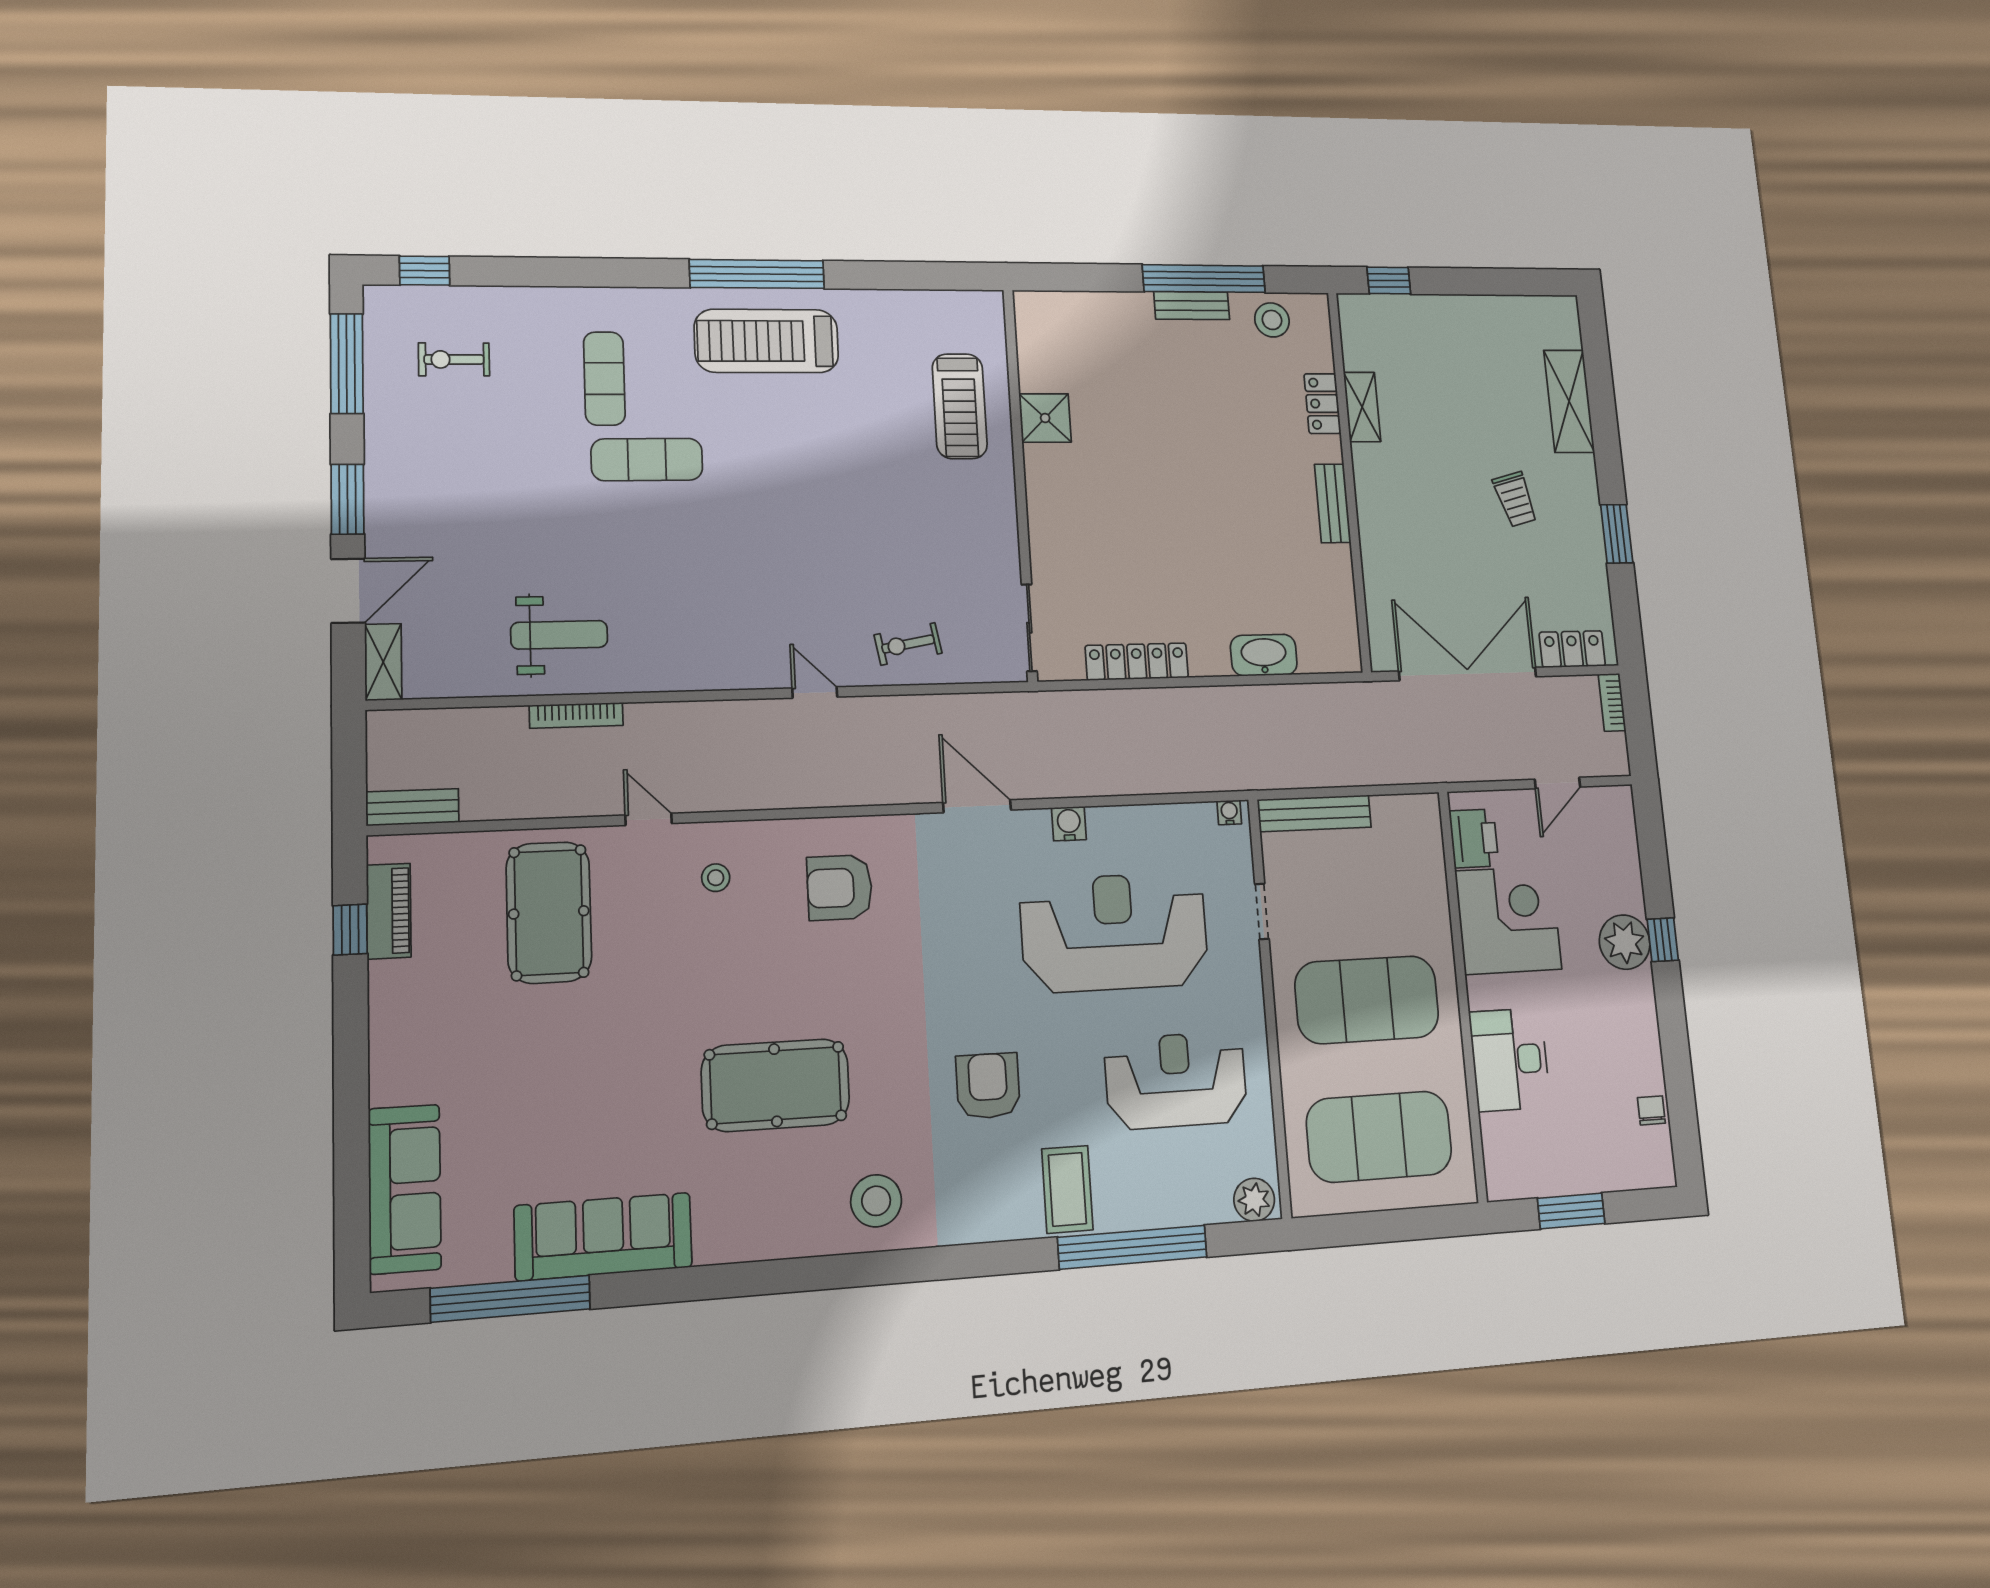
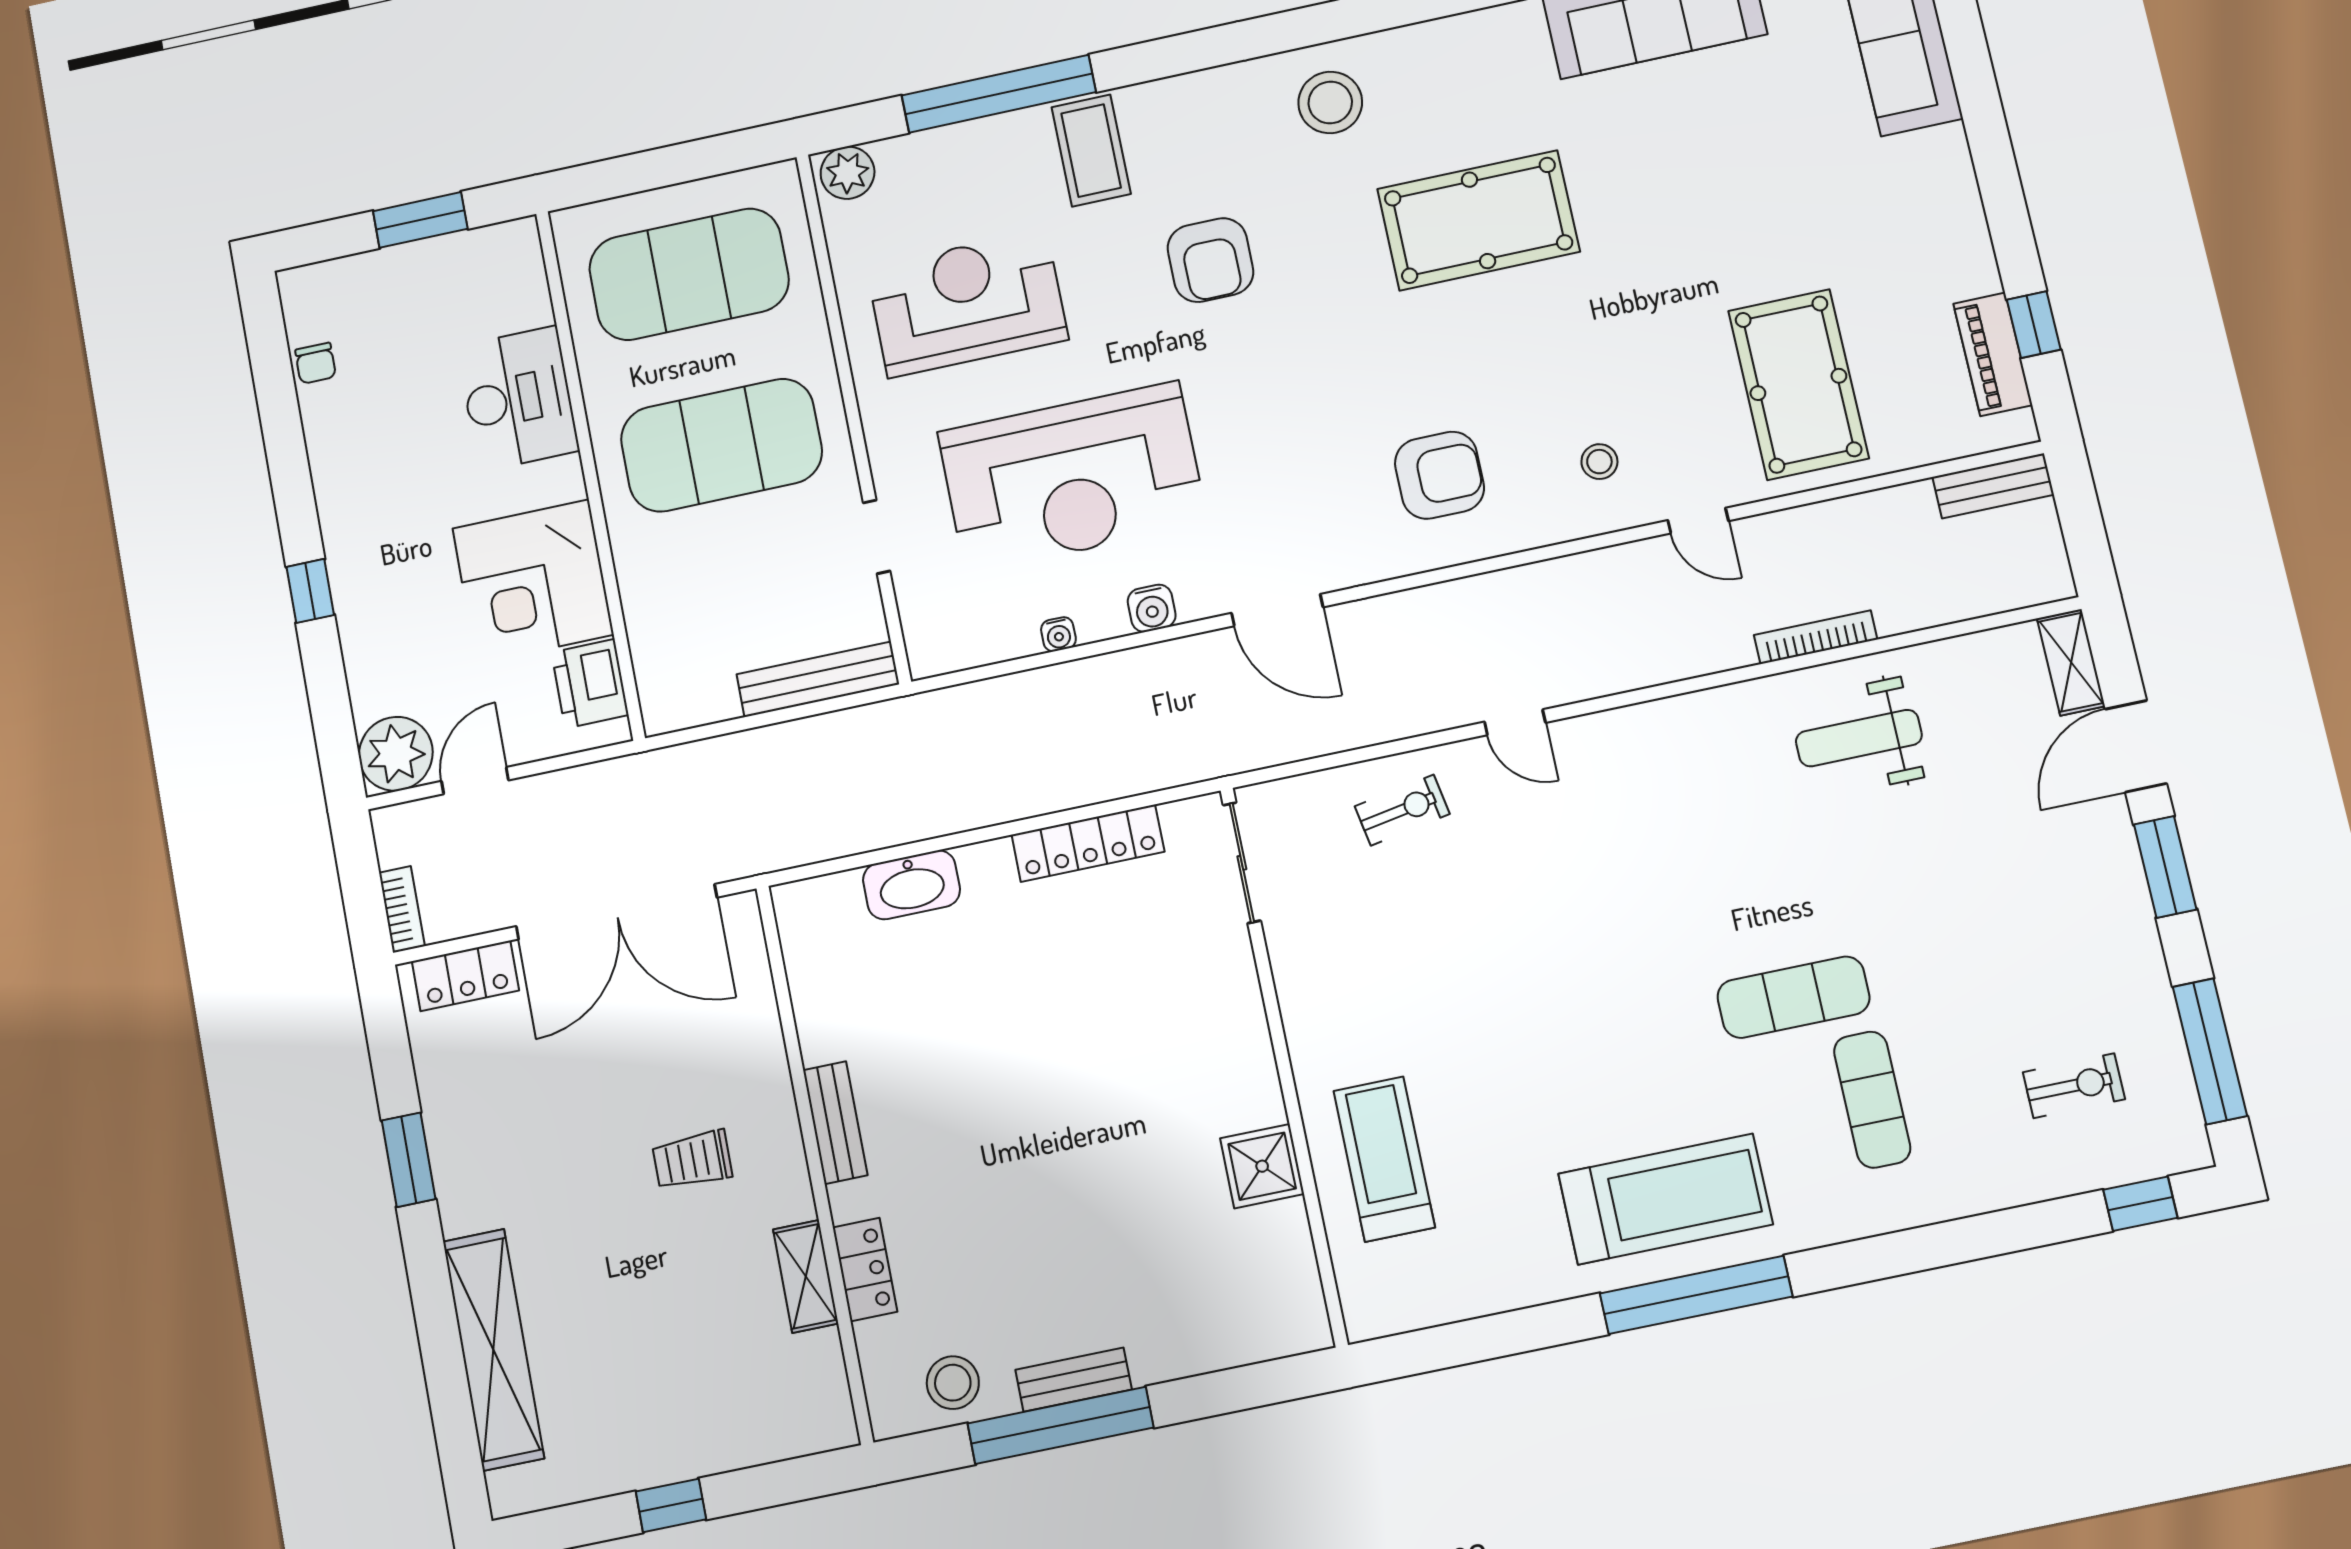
window: (1389, 281) -> (671, 1505), moved
shelving: (1569, 401) -> (493, 1350), width x1.47
trolley: (1515, 499) -> (692, 1160), moved, turned -75
water cooler: (1229, 812) -> (1058, 634), moved
plant: (1625, 942) -> (396, 754), moved
reception desk: (1176, 1080) -> (967, 304), turned 180

